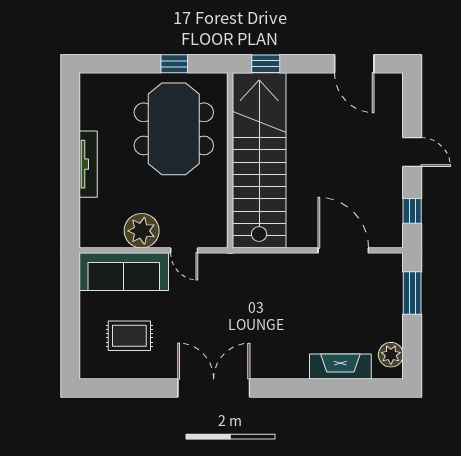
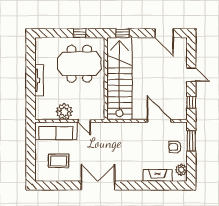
meeting table: (174, 129) -> (79, 64), turned 90
armchair: (377, 306) -> (175, 147), added

